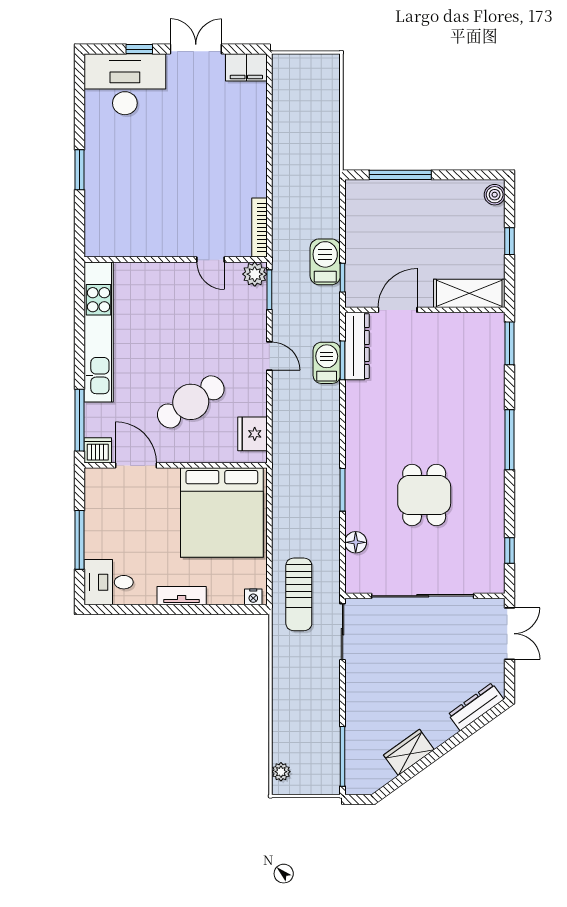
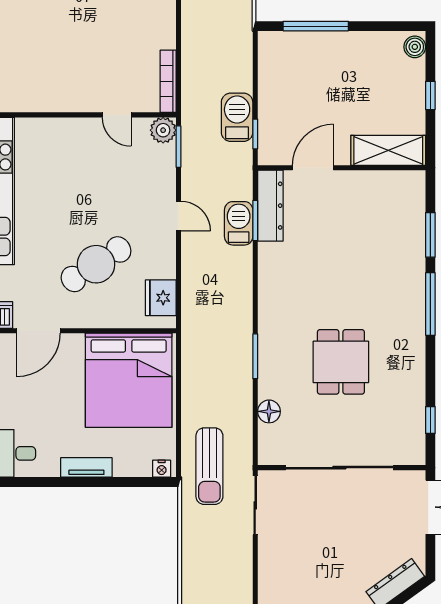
window: (510, 343) -> (430, 235), moved
door: (136, 465) -> (39, 331), swing flipped

